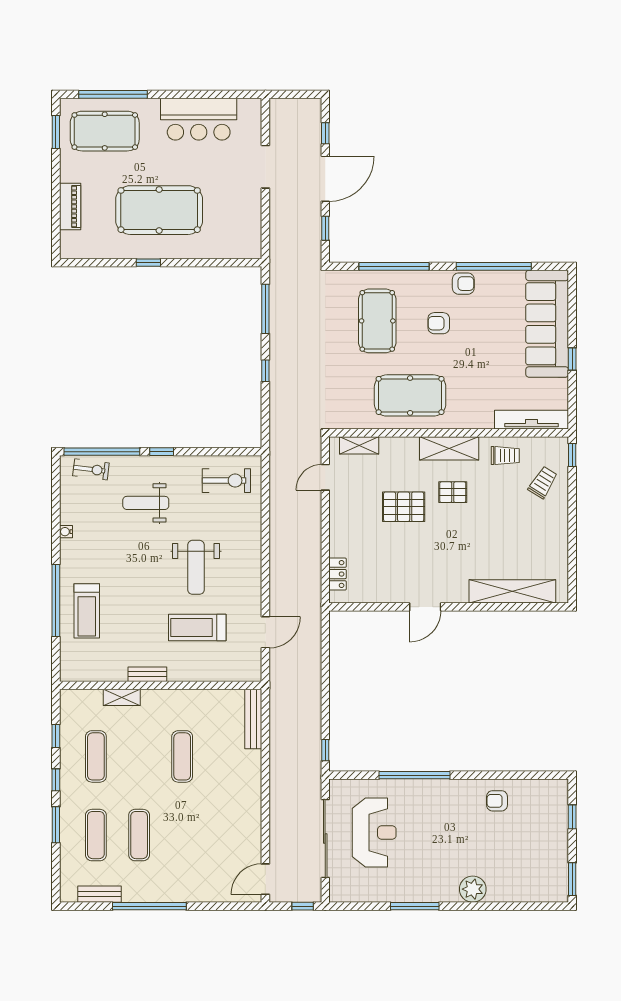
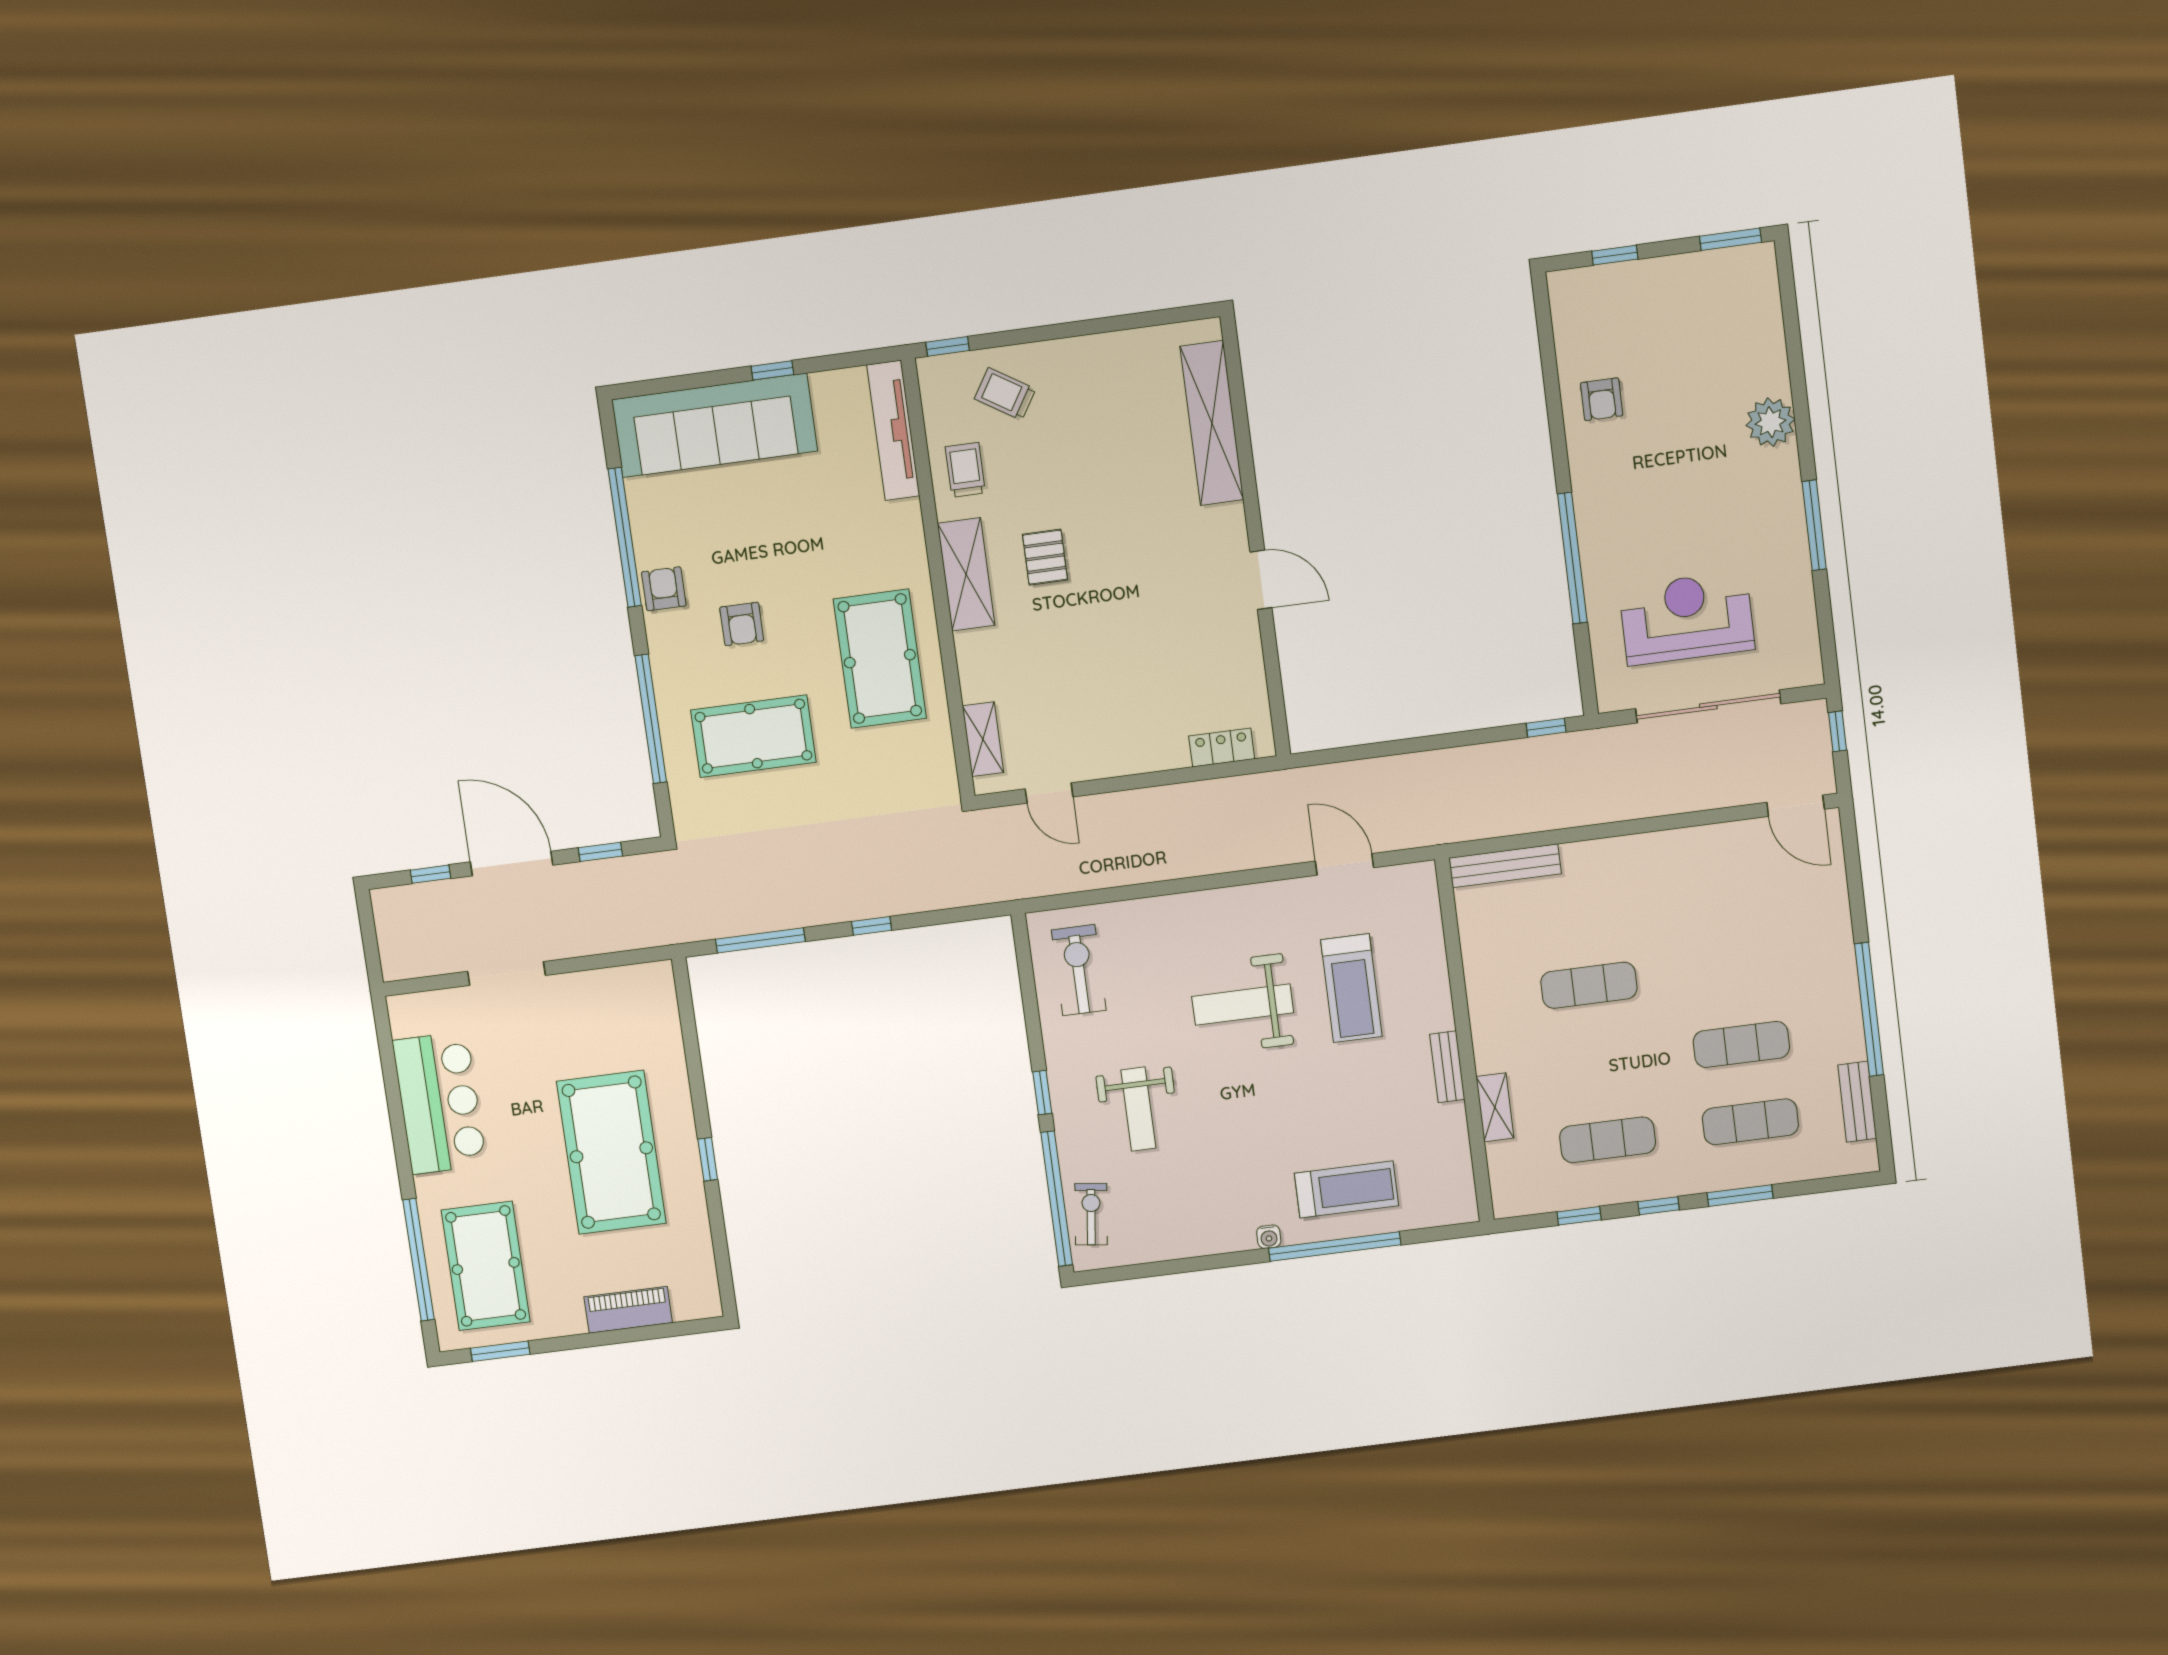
pallet: (404, 507) -> (1084, 643), removed
water cooler: (66, 532) -> (1269, 1237), moved
weight bench: (196, 567) -> (1243, 1005), turned 180

